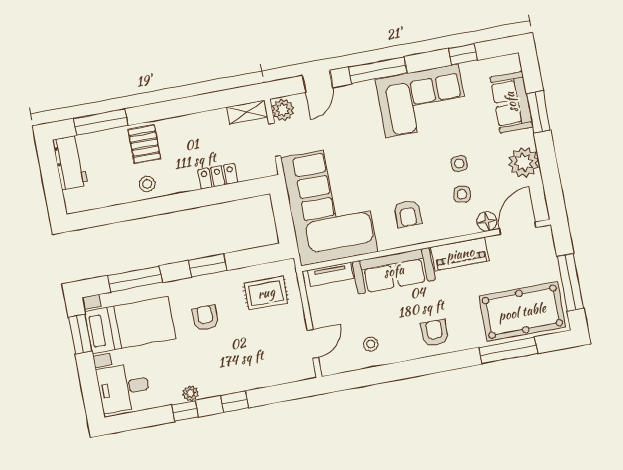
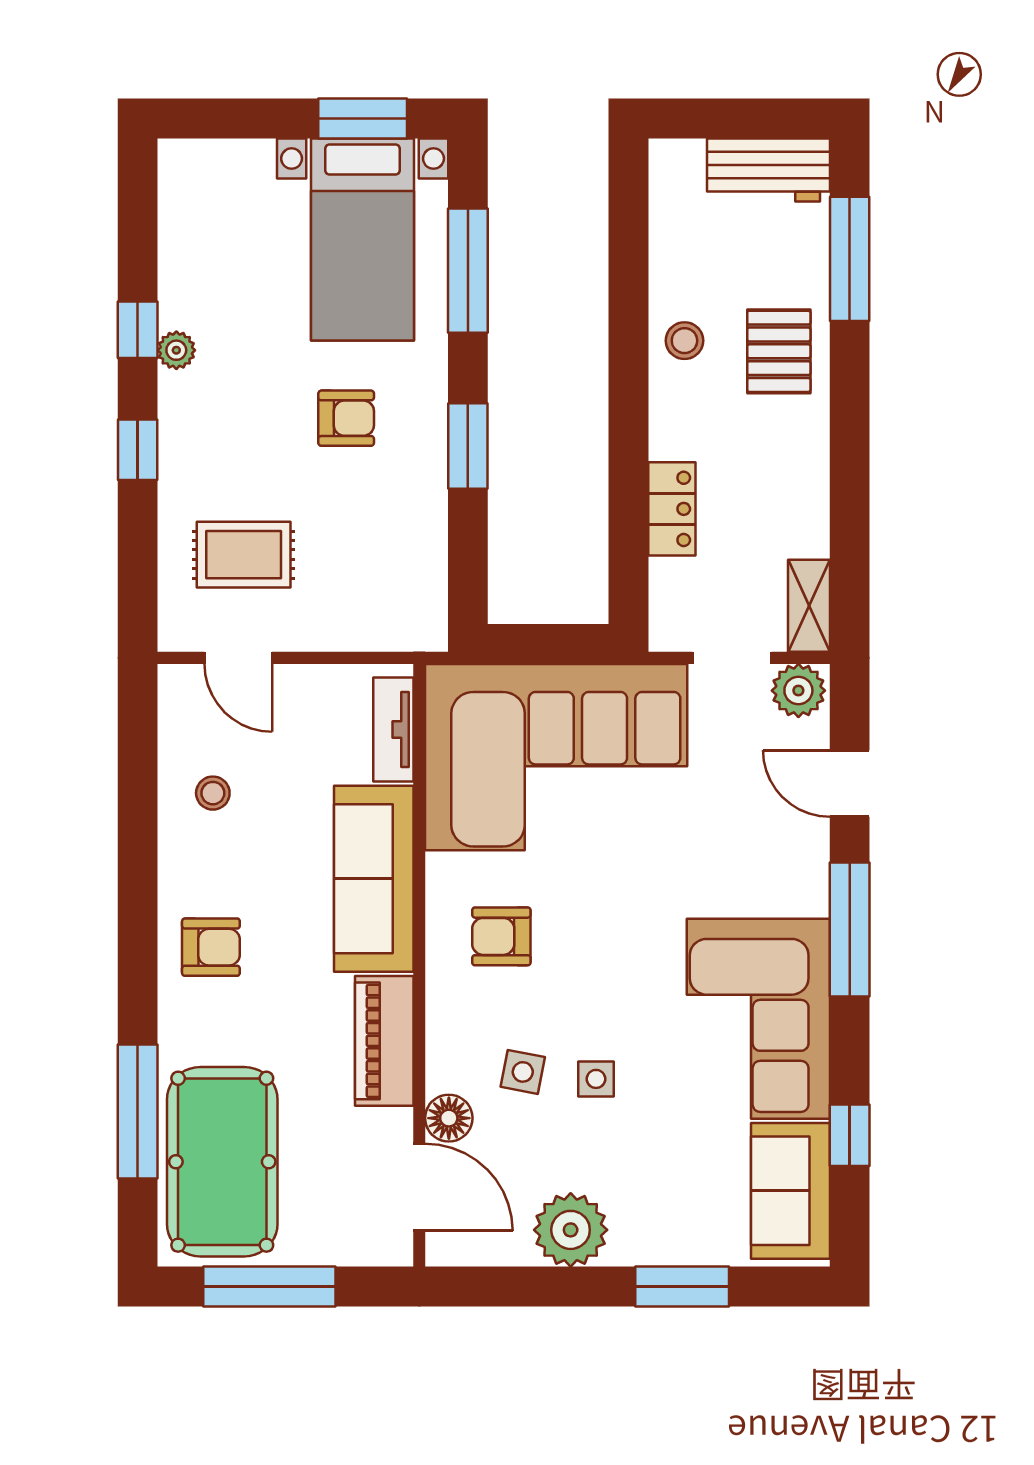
sofa: (511, 102) -> (790, 1191), moved, turned -90
pallet: (144, 144) -> (779, 351), turned 90
rug: (266, 293) -> (244, 555), moved, turned 90
desk: (124, 388) -> (219, 196), removed

